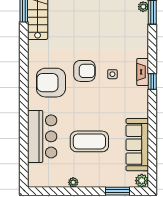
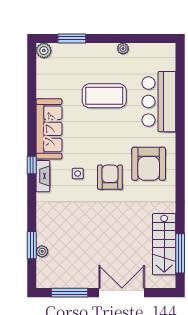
armchair: (84, 71) -> (110, 177), turned 90
armchair: (51, 83) -> (149, 164), turned 90
sofa: (137, 145) -> (49, 129), moved

